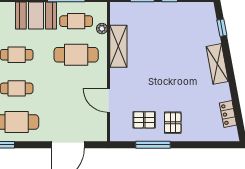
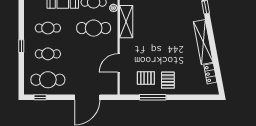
shelving: (217, 64) -> (203, 42), width x1.47
door: (109, 100) -> (119, 63), hinge flipped

